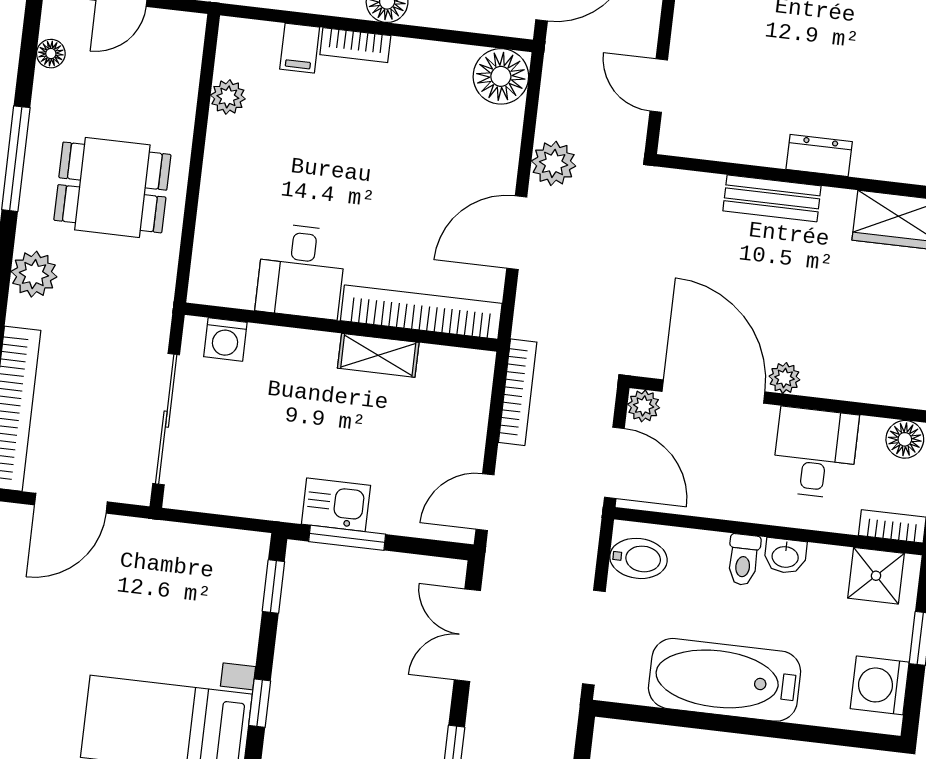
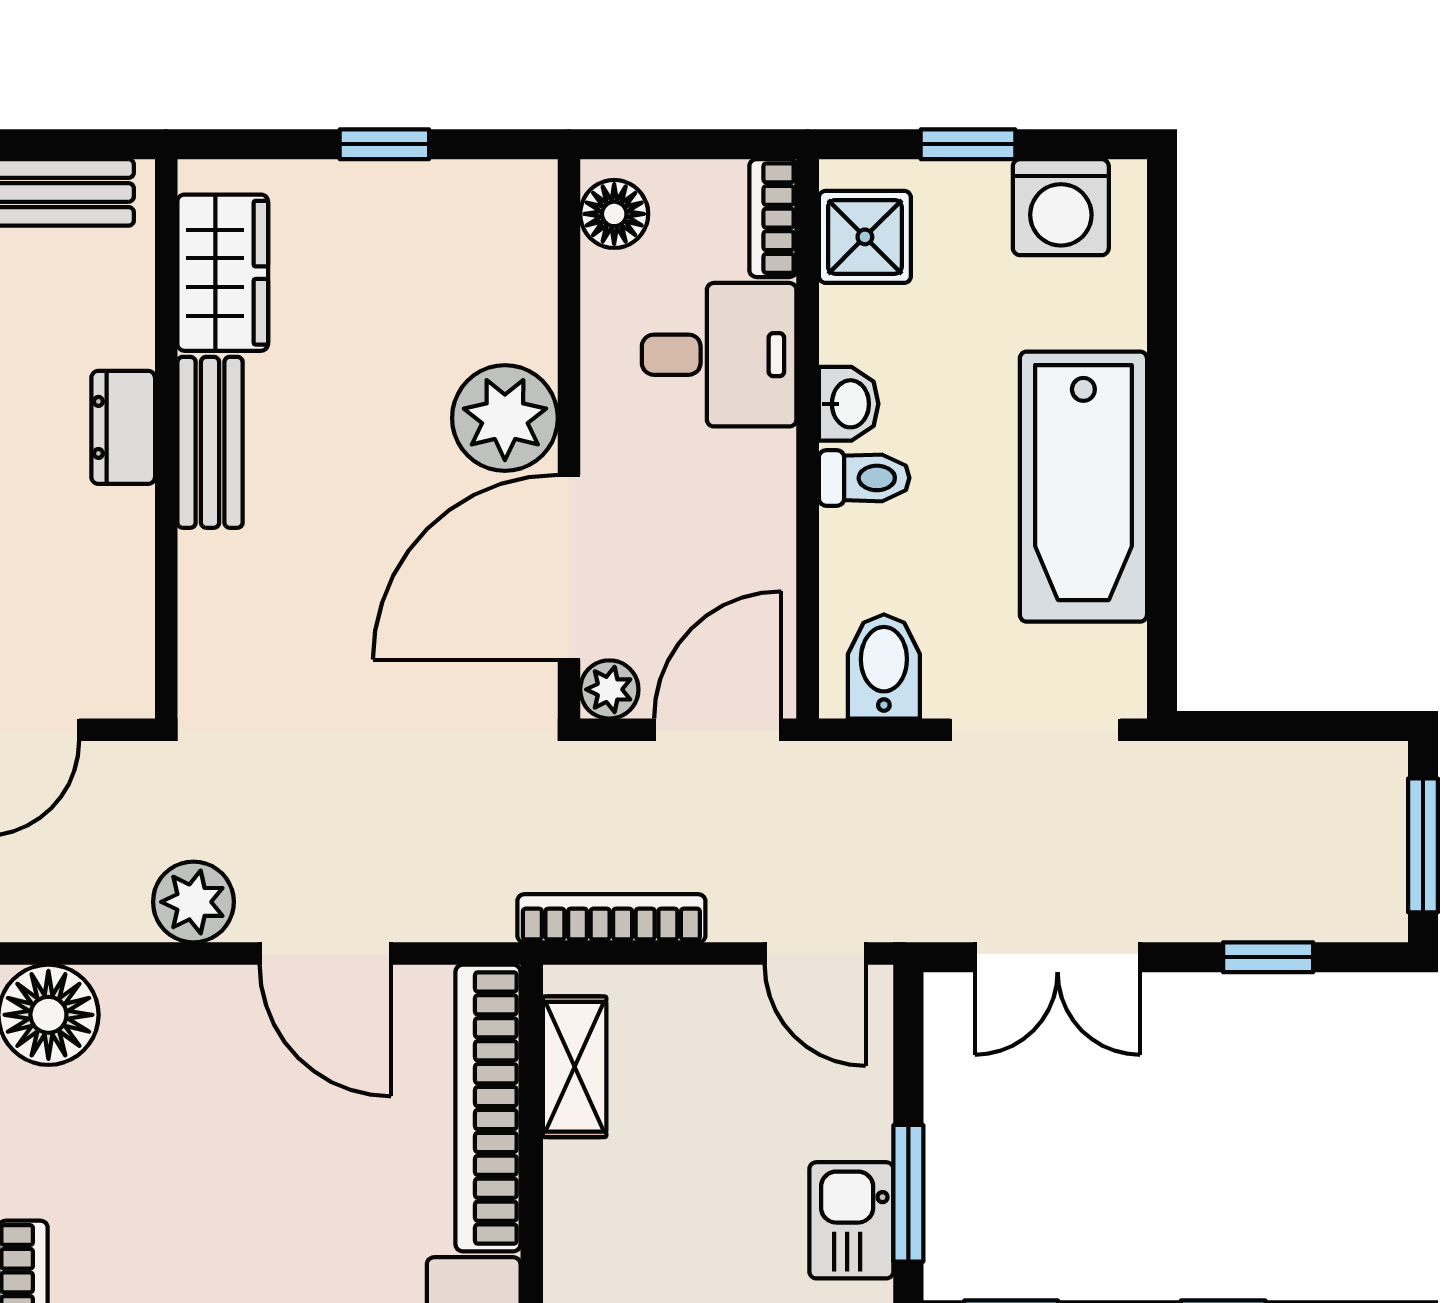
bench: (772, 198) -> (210, 442), moved
shelving: (378, 355) -> (575, 1067), moved
plant: (784, 378) -> (505, 418), width x1.87, depth x1.87
desk: (815, 453) -> (719, 355), moved, turned 180

